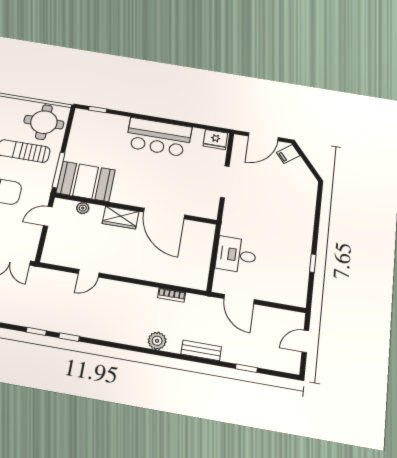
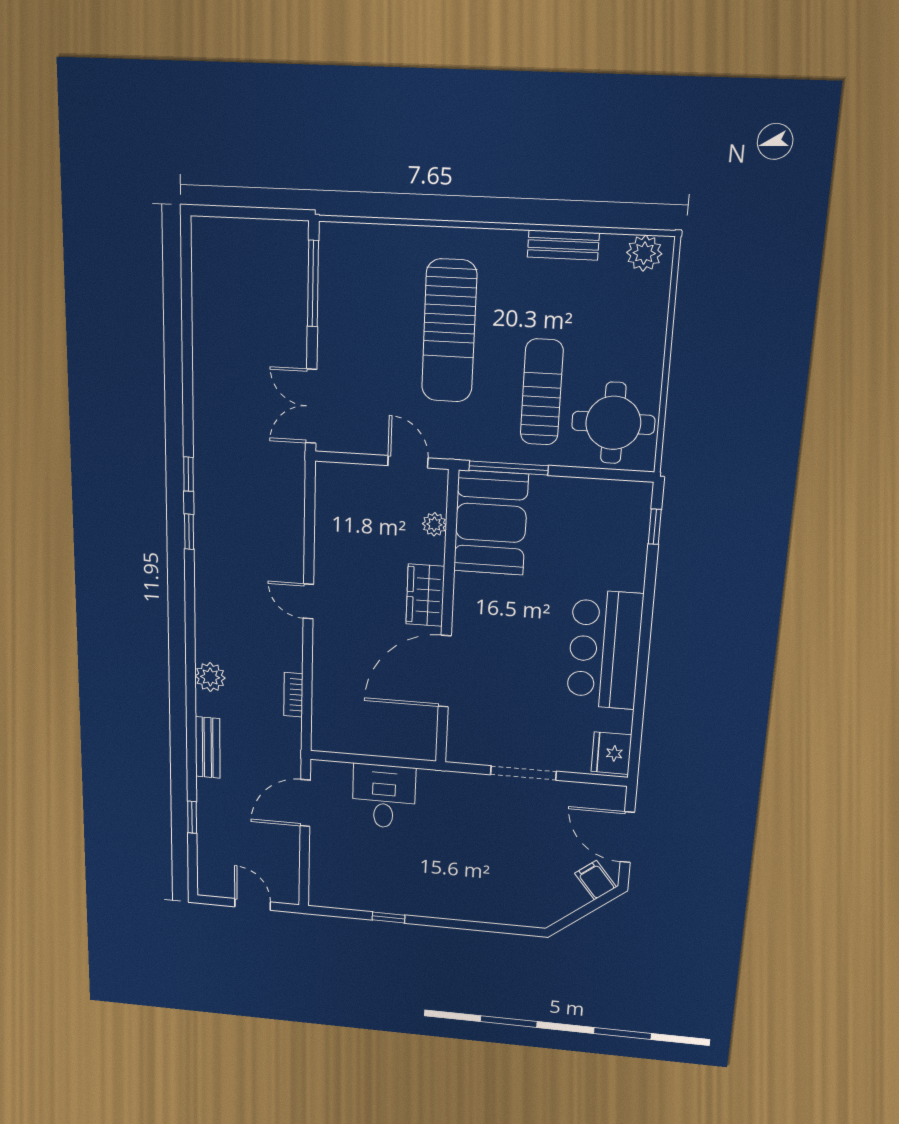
door: (89, 273) -> (308, 601), moved

